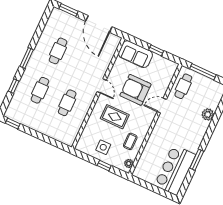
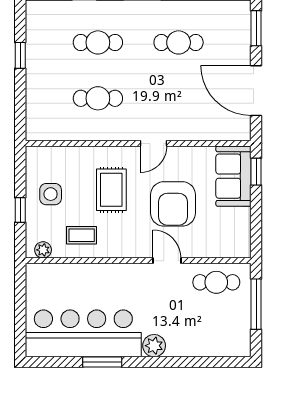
door: (99, 24) -> (256, 91), hinge flipped
window: (156, 50) -> (256, 172), moved
armchair: (135, 90) -> (173, 204), turned 180
plant: (208, 114) -> (154, 346), moved
window: (13, 123) -> (20, 55), moved
bar counter: (175, 170) -> (83, 333), width x1.36

